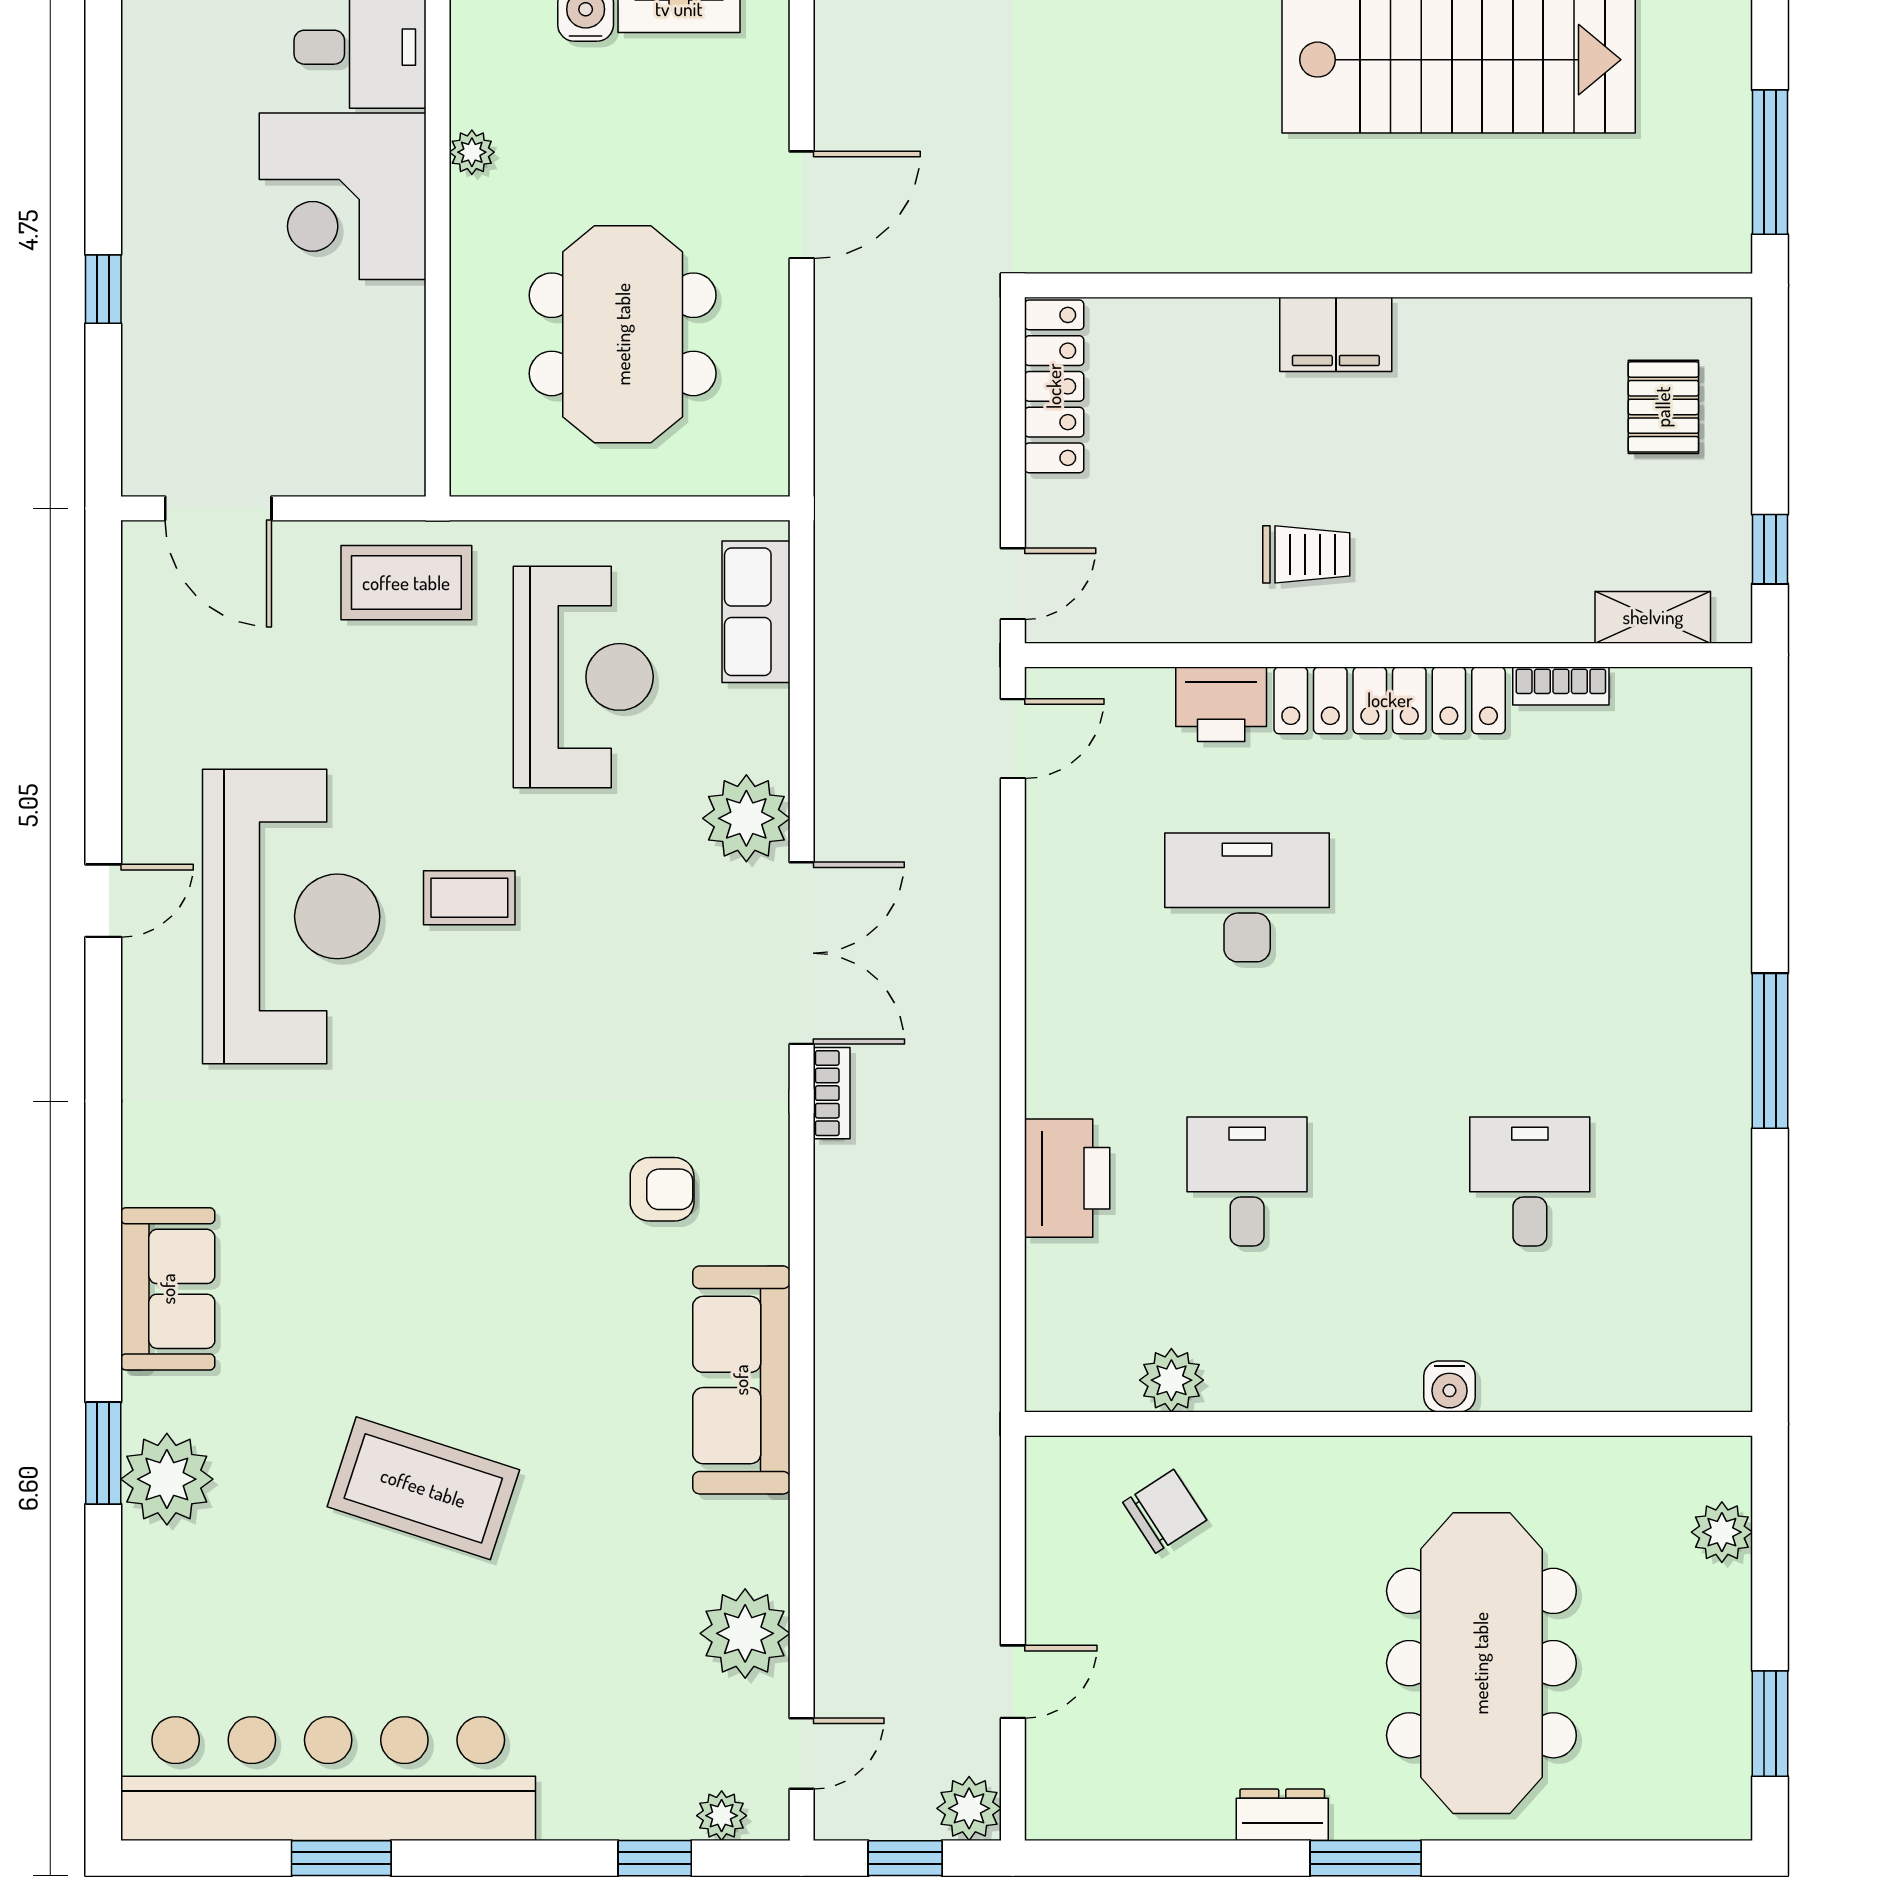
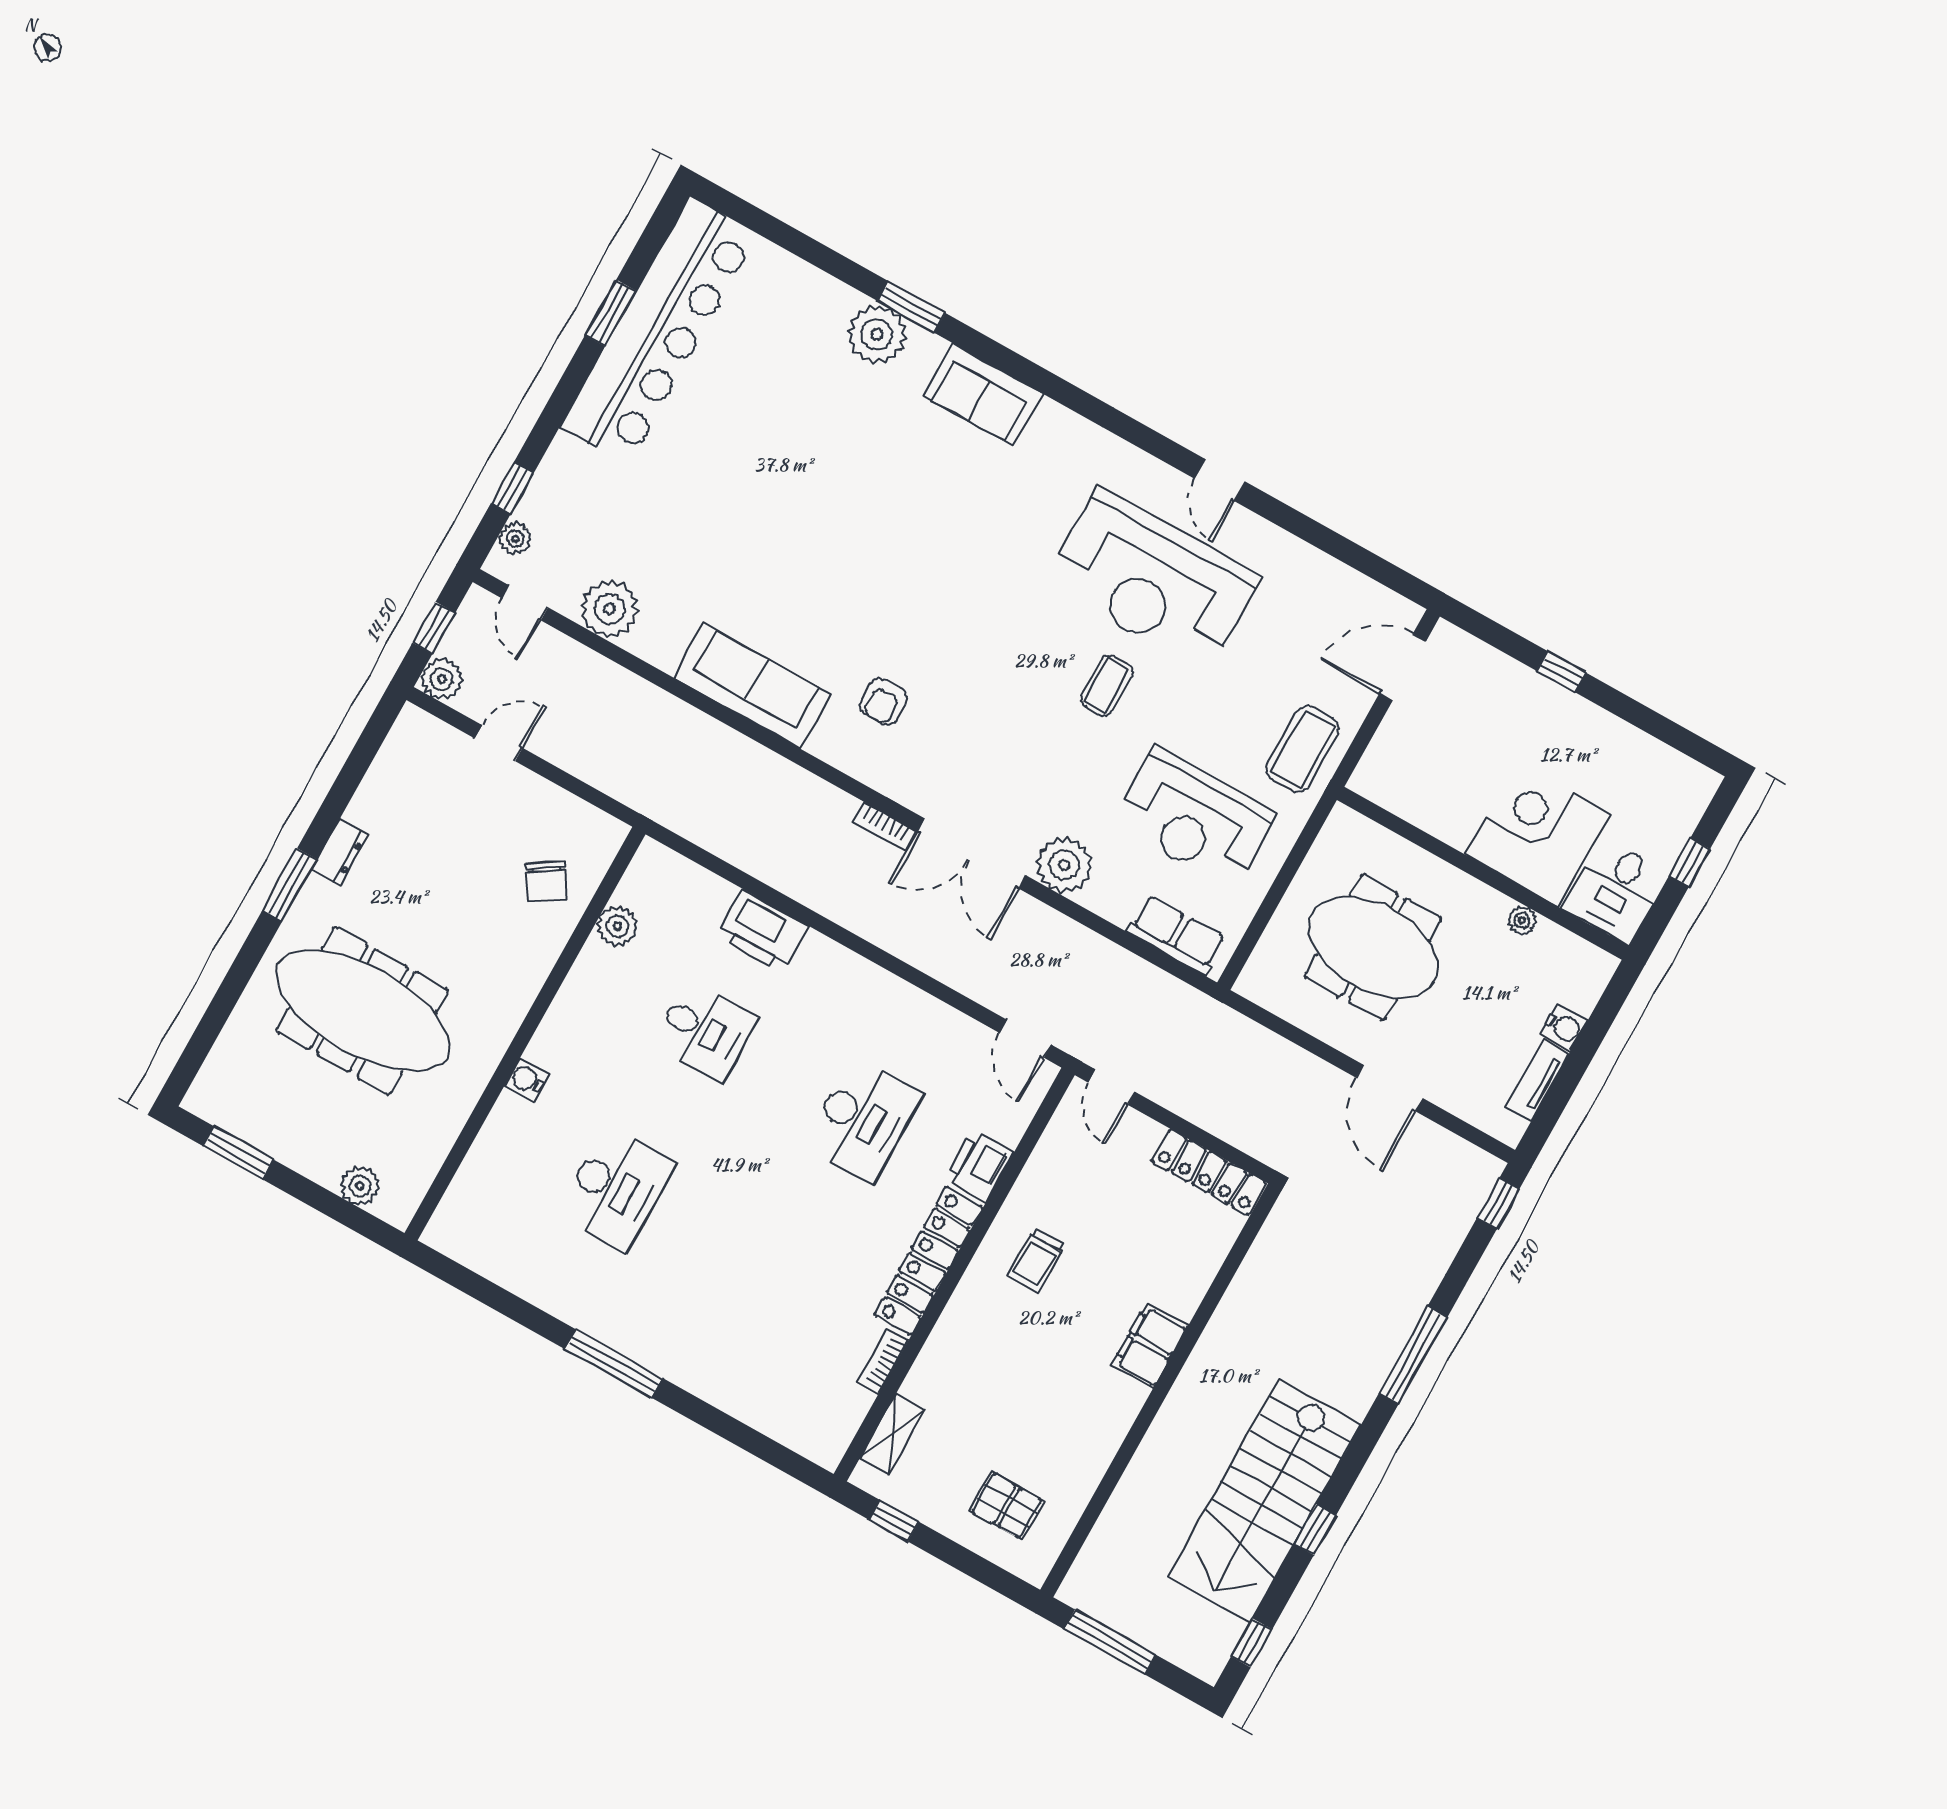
desk: (1530, 1181) -> (616, 1189), width x1.37
coffee table: (423, 1488) -> (791, 475), removed
door: (1013, 1682) -> (499, 743), swing flipped

